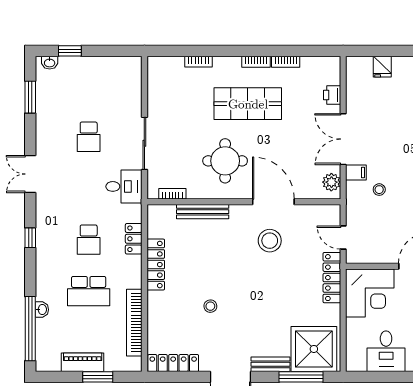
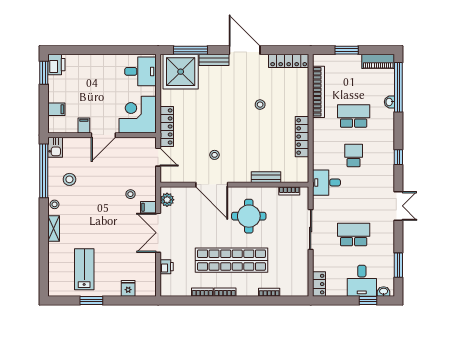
desk: (78, 77) -> (362, 281), added
shop shelf: (248, 104) -> (231, 260), width x1.40
school desk: (89, 137) -> (354, 235), width x1.85
double door: (343, 139) -> (158, 233), swing flipped
desk: (124, 186) -> (326, 183), moved
bench: (203, 212) -> (266, 177), width x0.73
locker: (134, 239) -> (319, 284), moved
stool: (270, 241) -> (215, 155), width x0.53, depth x0.53
desk: (386, 351) -> (140, 71), moved, turned 90
piano: (83, 362) -> (378, 61), moved

